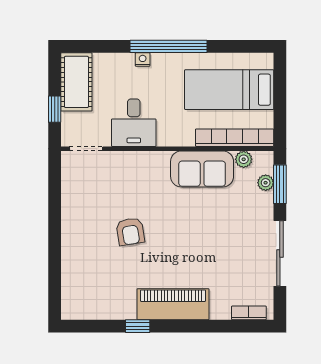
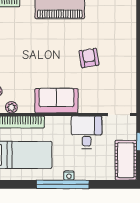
nightstand: (143, 60) -> (69, 175), moved
sofa: (202, 169) -> (56, 101), moved

